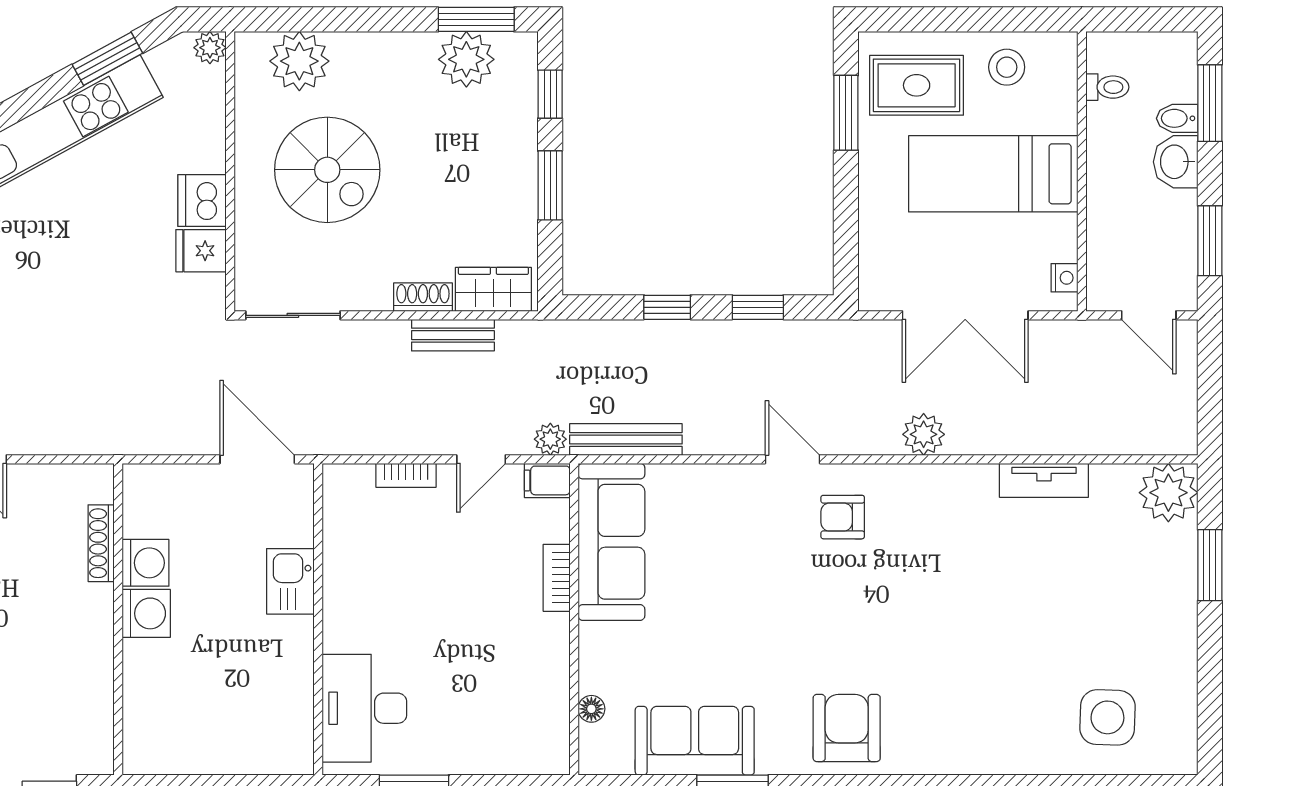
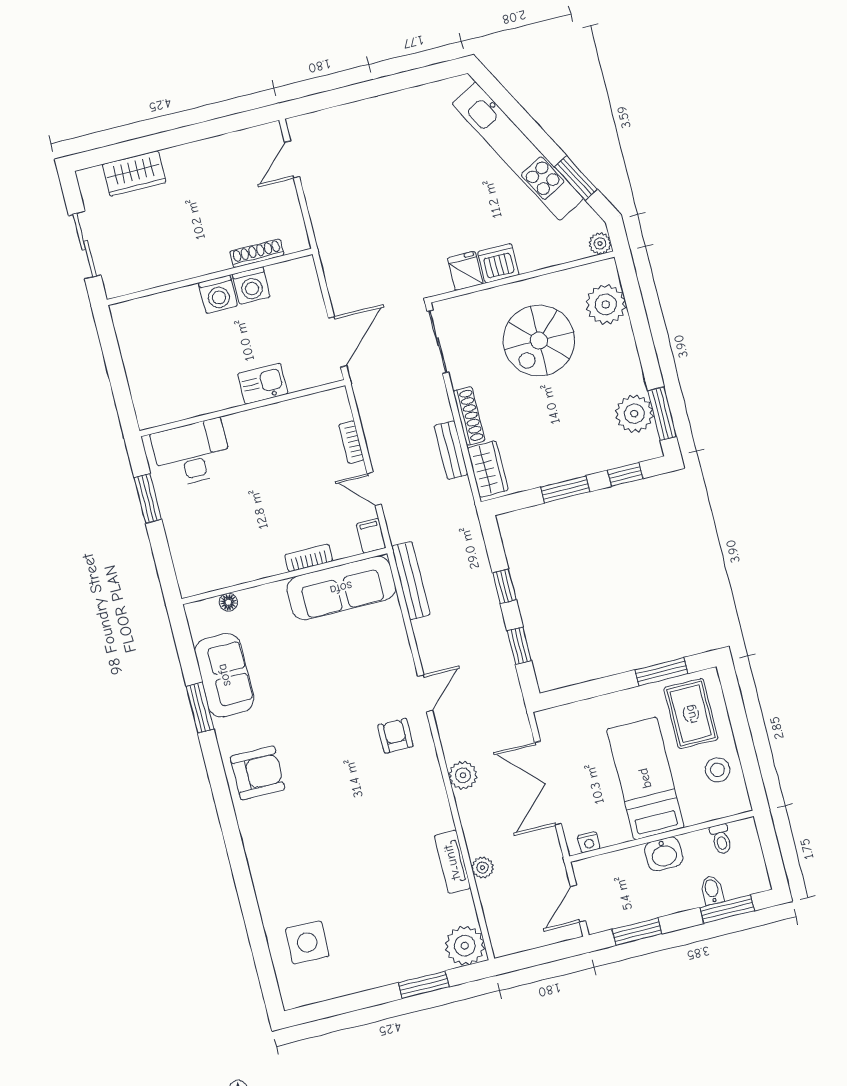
washbasin: (1176, 162) -> (664, 854), moved, turned 180
shoe rack: (423, 297) -> (469, 416), width x1.43
plant: (550, 439) -> (483, 868), moved

